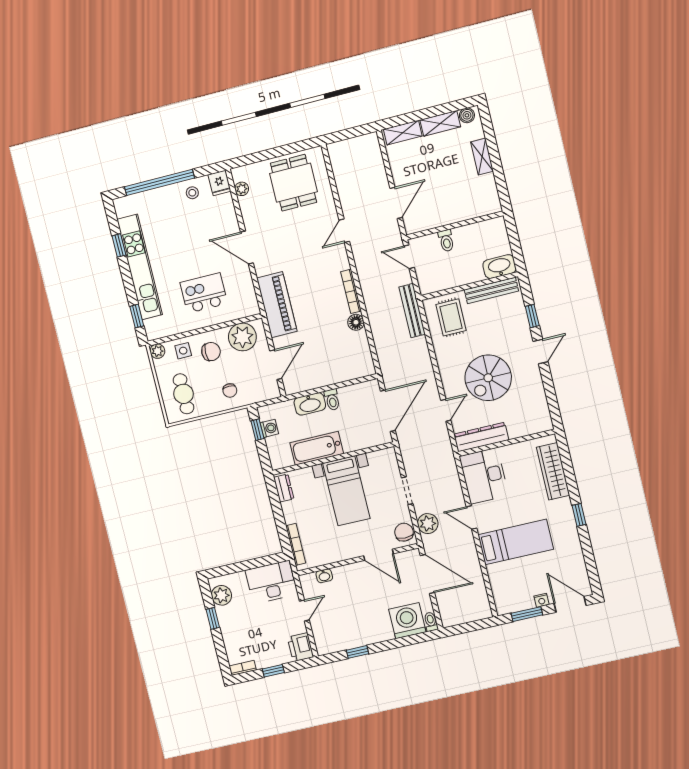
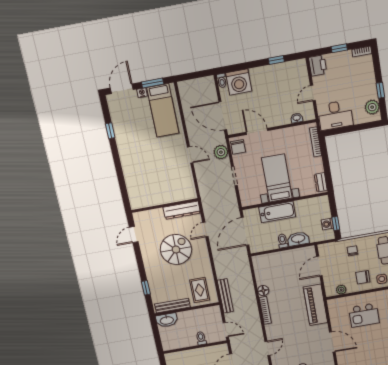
plant: (242, 337) -> (341, 290), width x0.53, depth x0.53
door: (540, 351) -> (134, 234), moved
bathtub: (317, 448) -> (277, 212), moved
wardrobe: (553, 471) -> (133, 184), removed
desk: (484, 476) -> (181, 184), removed
window: (579, 515) -> (110, 131), moved
bed: (516, 542) -> (163, 110), moved, turned -90
door: (570, 604) -> (122, 89), swing flipped

